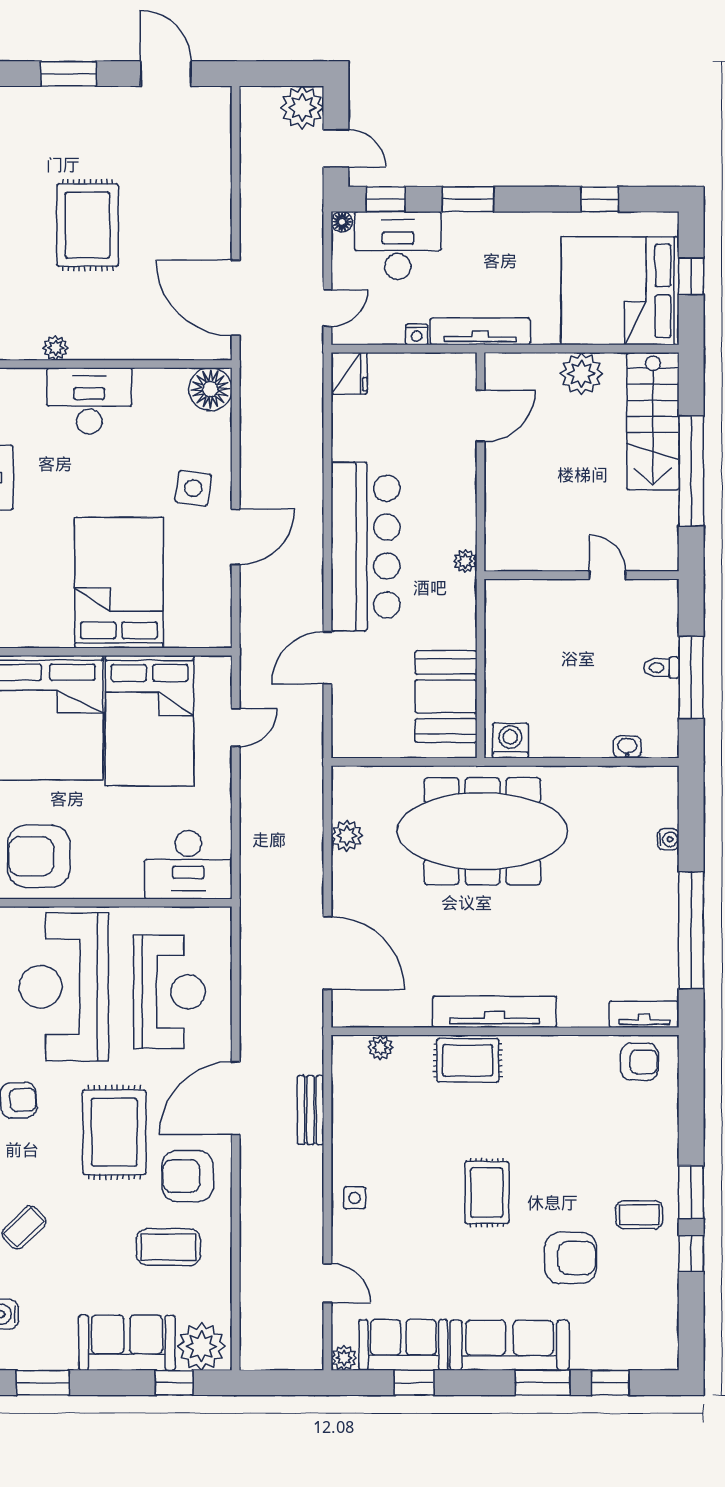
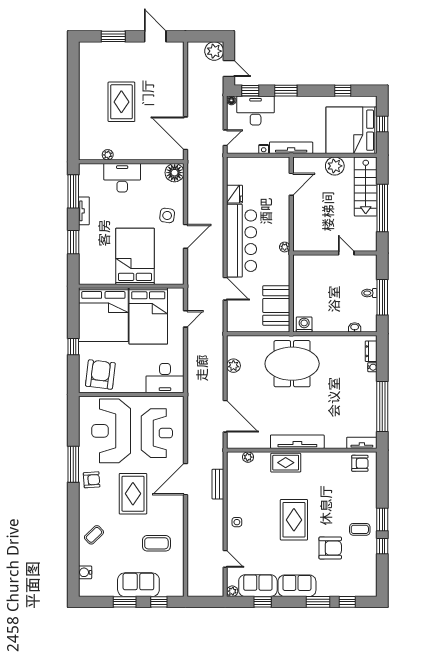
fridge: (349, 373) -> (234, 194), moved
door: (327, 658) -> (225, 289), swing flipped
dresser: (665, 802) -> (371, 351), added
meeting table: (482, 831) -> (292, 364), width x0.73
armchair: (39, 856) -> (100, 374), turned 97
armchair: (188, 1176) -> (165, 513), removed
rug: (487, 1193) -> (294, 520), width x1.36, depth x1.43
sofa: (509, 1345) -> (297, 586), width x0.73
plant: (201, 1346) -> (171, 586), removed
window: (43, 1383) -> (125, 602), moved

